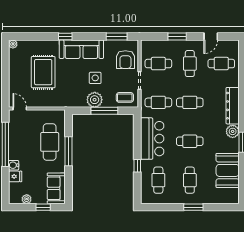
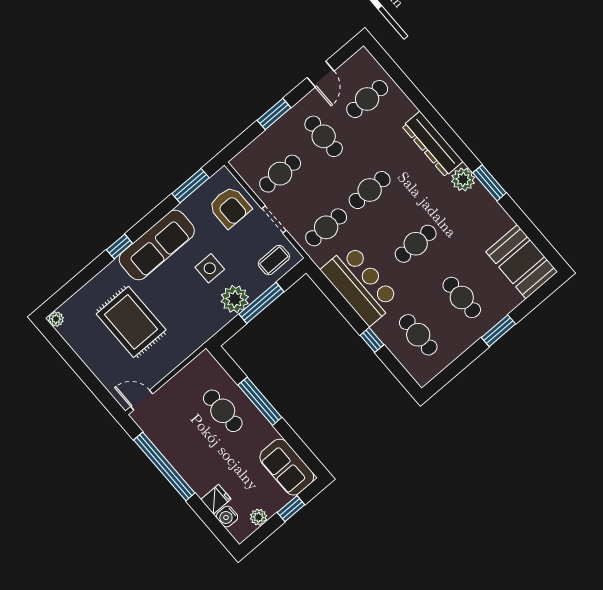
cafe table: (50, 142) -> (223, 411), width x0.73, depth x0.74
water cooler: (14, 165) -> (227, 517), moved
booth: (228, 170) -> (522, 262), moved

